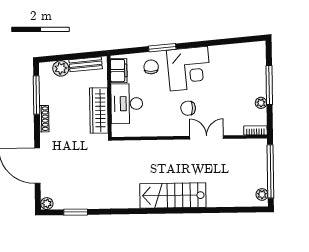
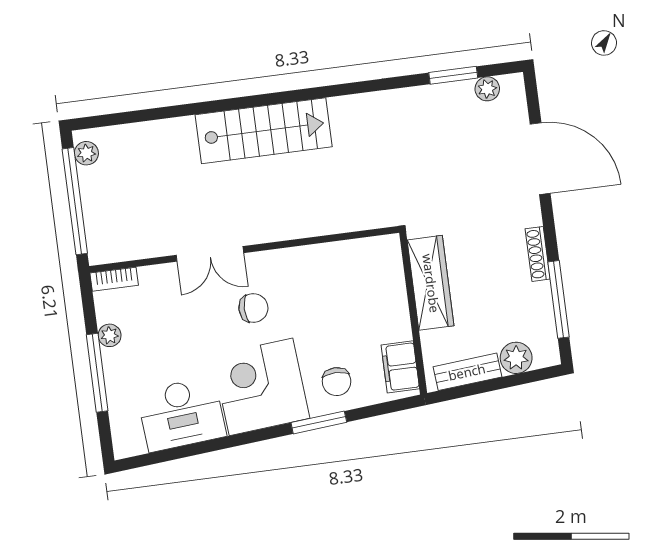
desk: (127, 104) -> (181, 414), moved, turned 85
plant: (47, 204) -> (487, 89), moved

